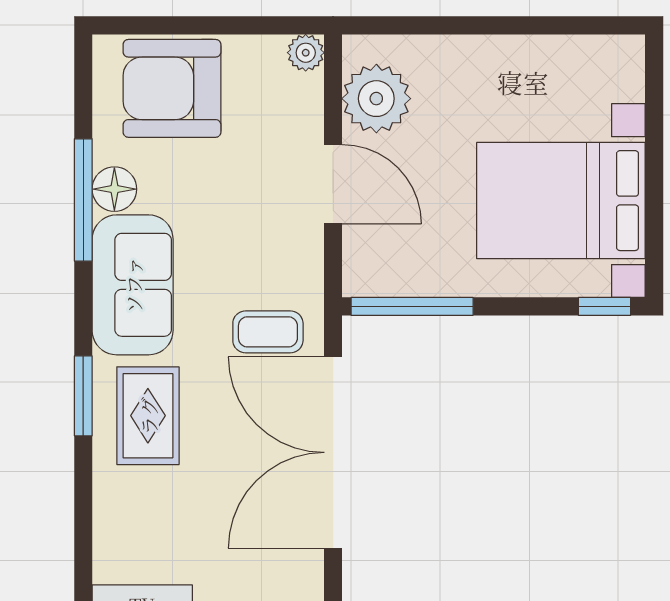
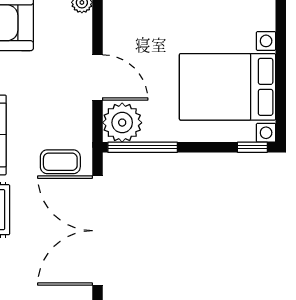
plant: (376, 99) -> (122, 123), moved

